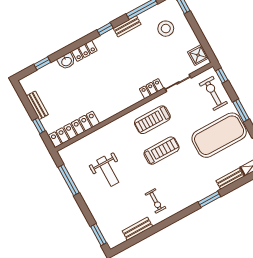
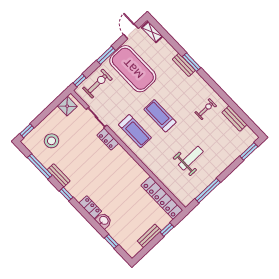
exercise bike: (213, 93) -> (97, 84), turned 180
bench: (230, 179) -> (184, 65), moved

